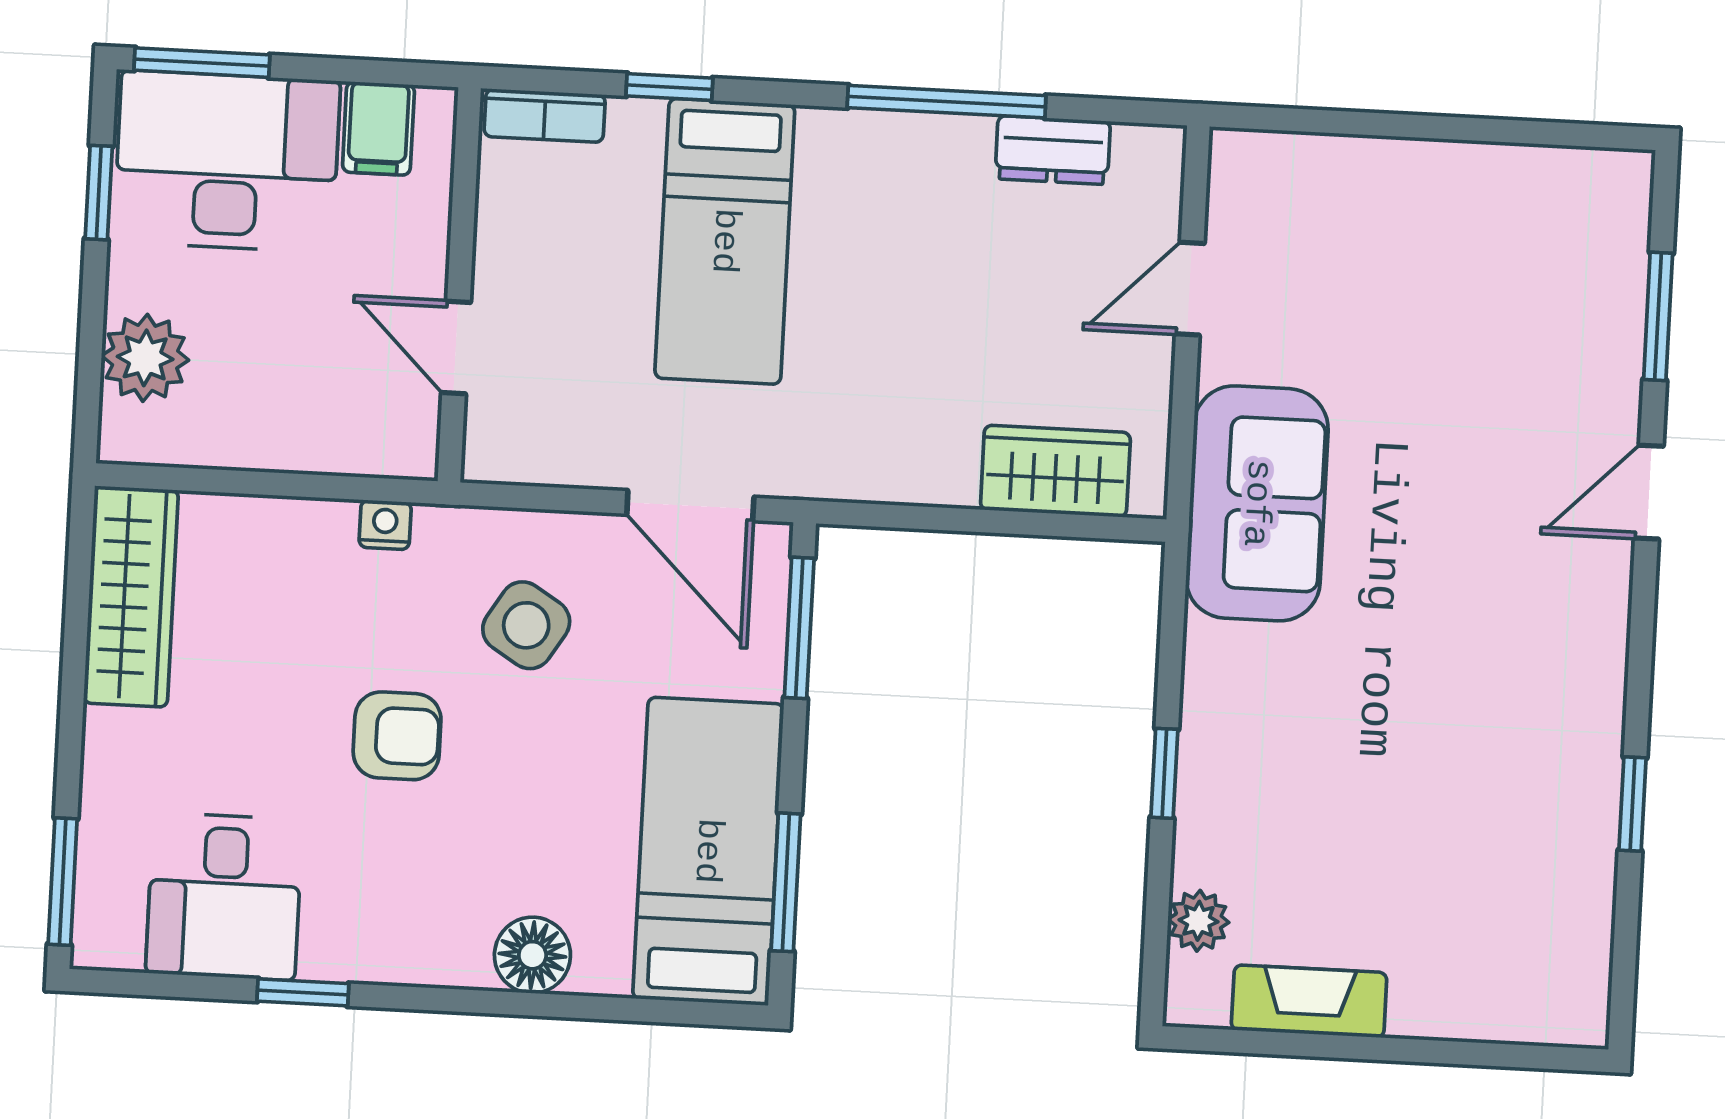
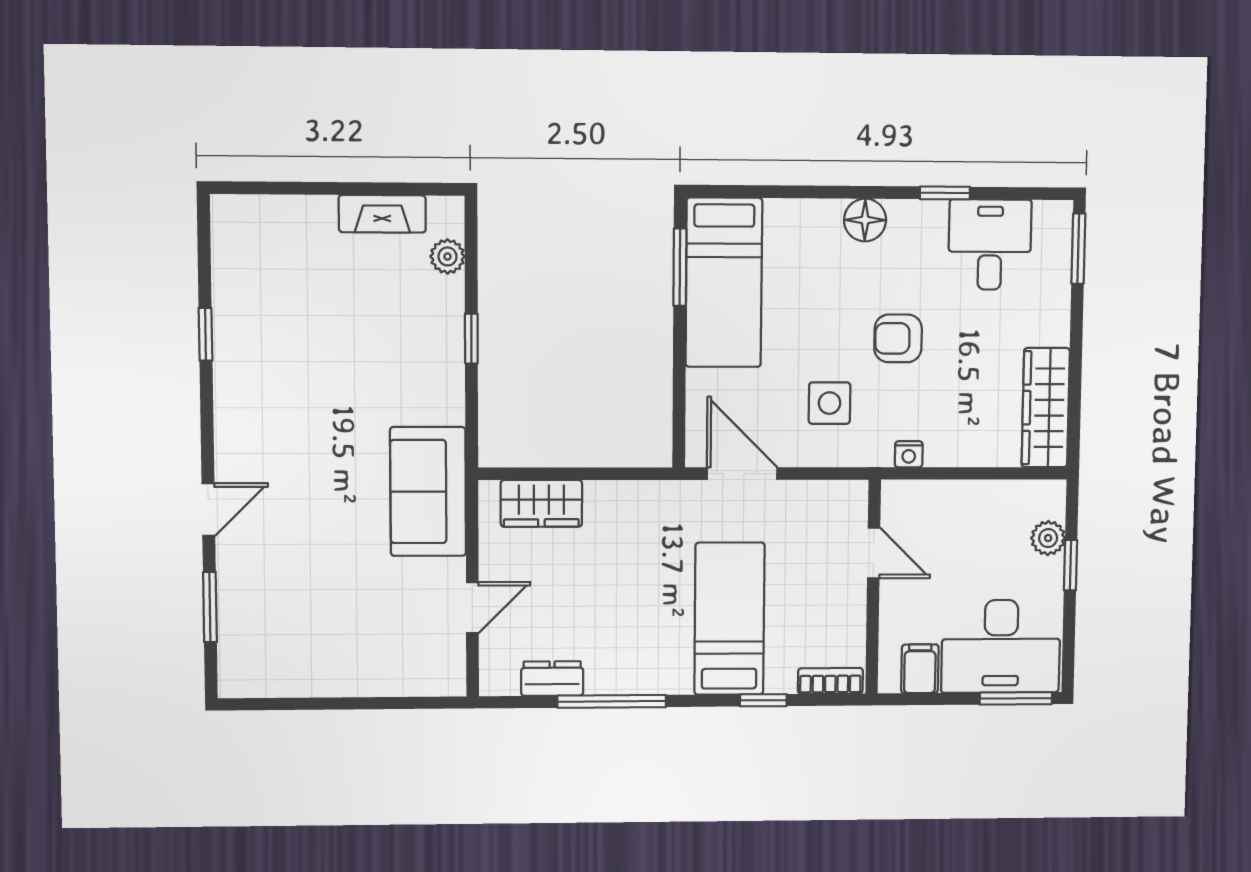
window: (99, 193) -> (1071, 565), moved
plant: (145, 358) -> (1048, 538), width x0.73, depth x0.73
side table: (526, 625) -> (829, 403), turned -32
window: (799, 628) -> (679, 409), removed
floor lamp: (532, 955) -> (865, 220), moved

